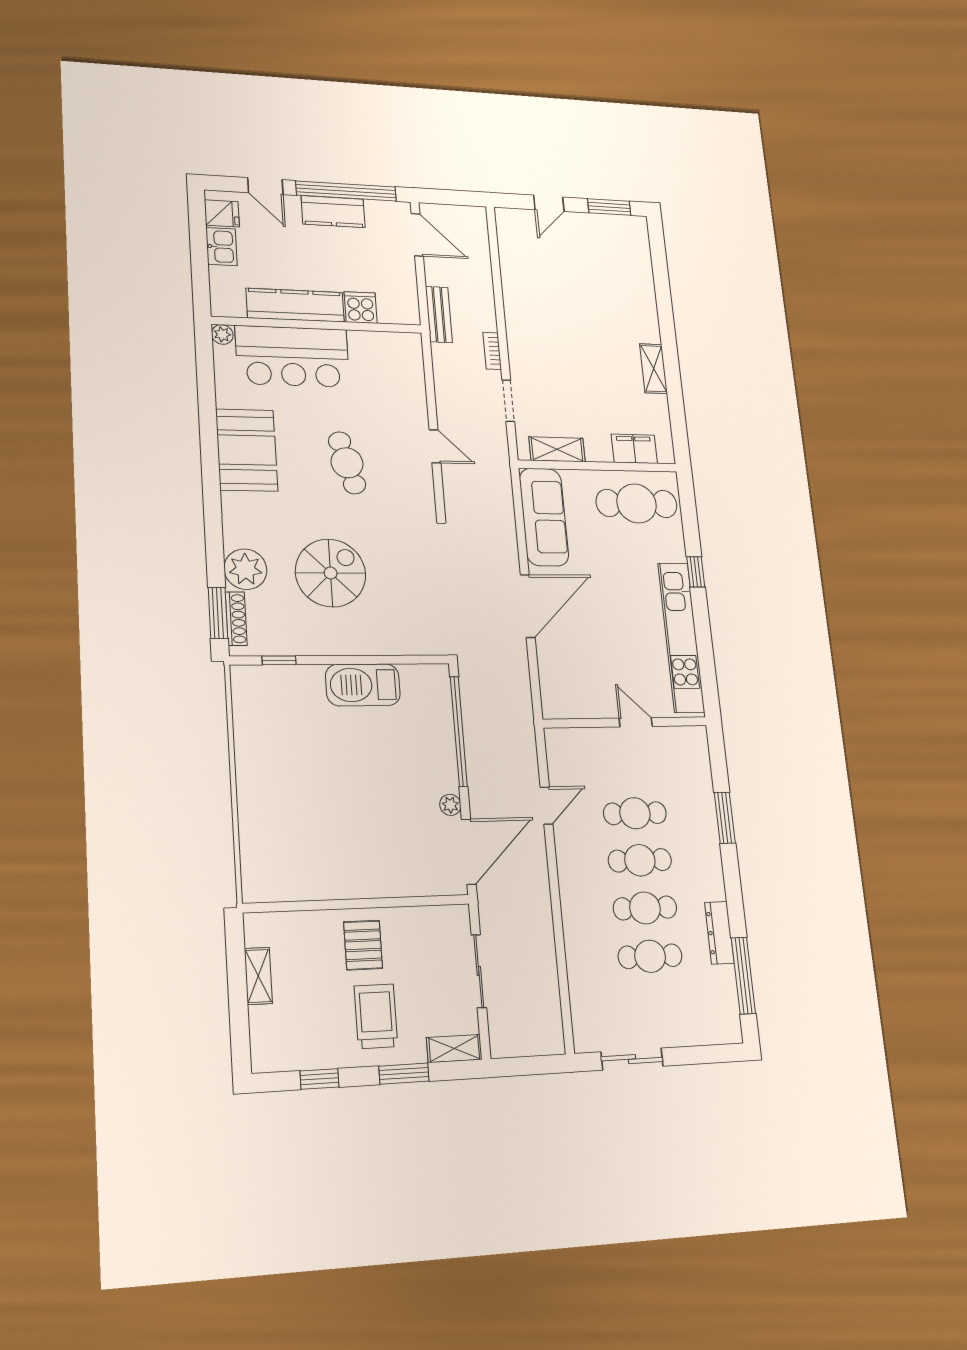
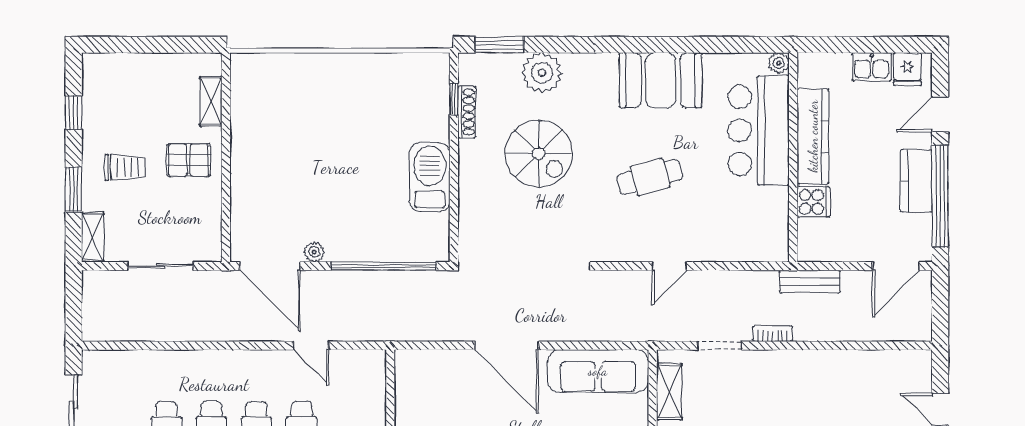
shoe rack: (236, 619) -> (467, 112), moved, turned -90
shelving: (258, 976) -> (211, 101), moved, turned 90
trolley: (376, 1016) -> (125, 167), width x0.73, depth x0.72

